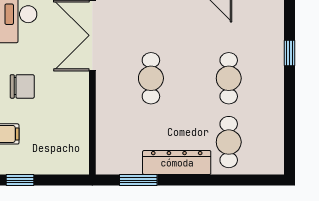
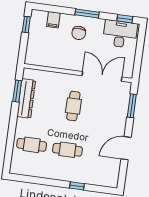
cafe table: (151, 78) -> (73, 106), turned 90
dresser: (177, 163) -> (26, 98), moved

